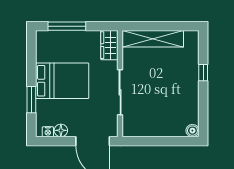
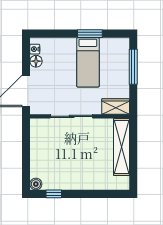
window: (203, 73) -> (54, 194), moved
bed: (62, 81) -> (88, 62), width x0.67
window: (31, 100) -> (90, 34), moved

